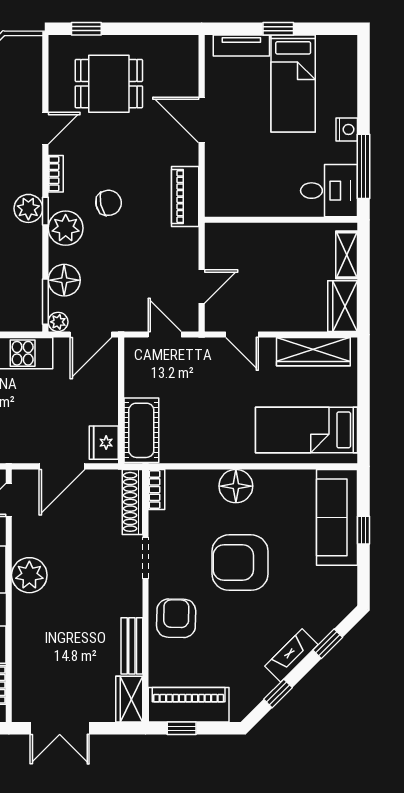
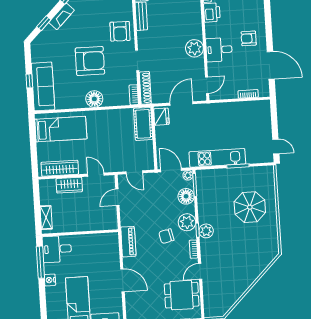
dining table: (109, 84) -> (182, 295), moved
wardrobe: (343, 306) -> (69, 185), moved, turned 90
door: (91, 335) -> (171, 170), hinge flipped

